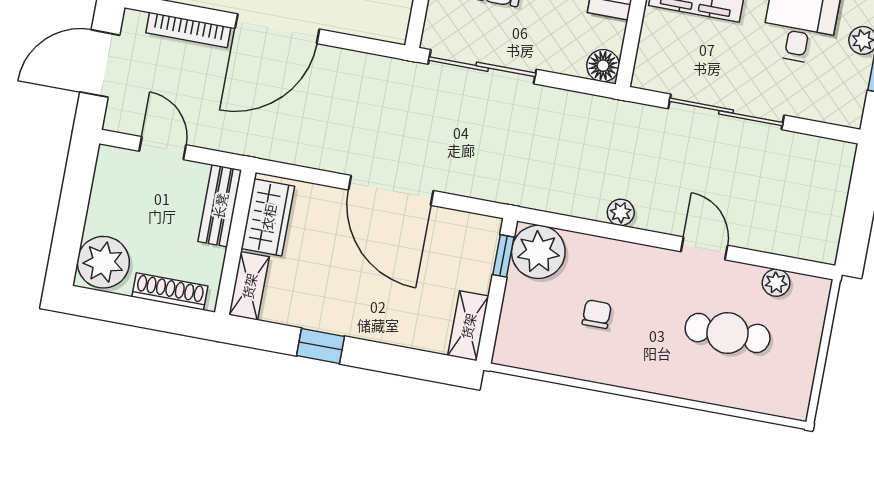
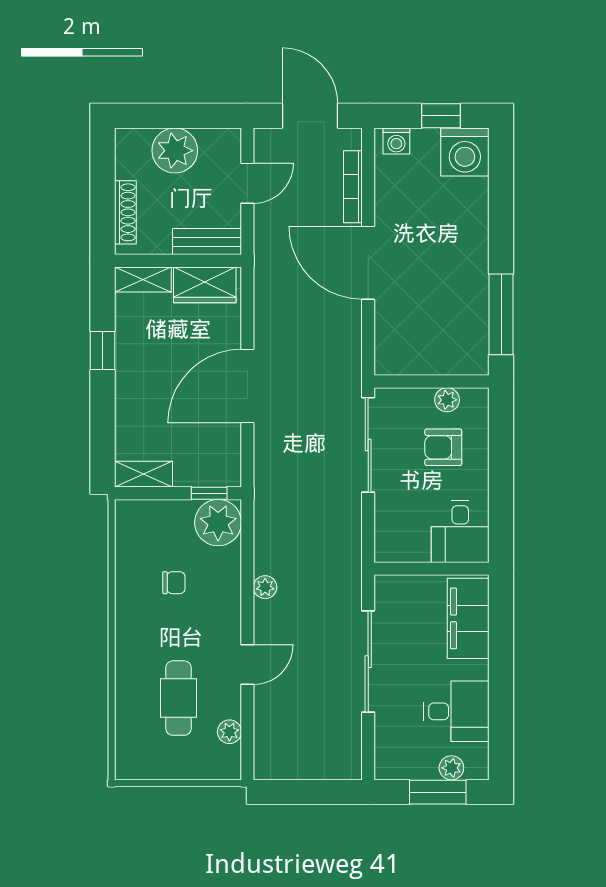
floor lamp: (603, 66) -> (388, 549), removed
plant: (103, 262) -> (175, 151), moved

